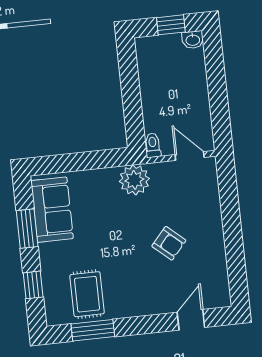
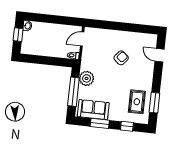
window: (80, 162) -> (73, 92), added
plant: (134, 180) -> (87, 78), moved
rug: (87, 294) -> (137, 102), turned 90

